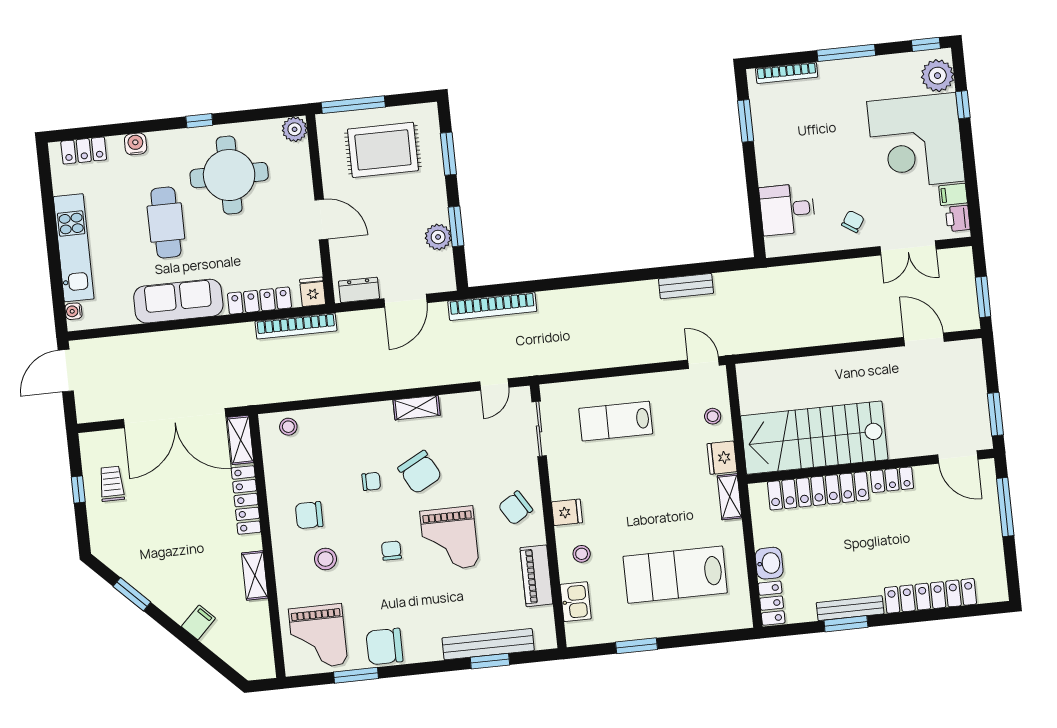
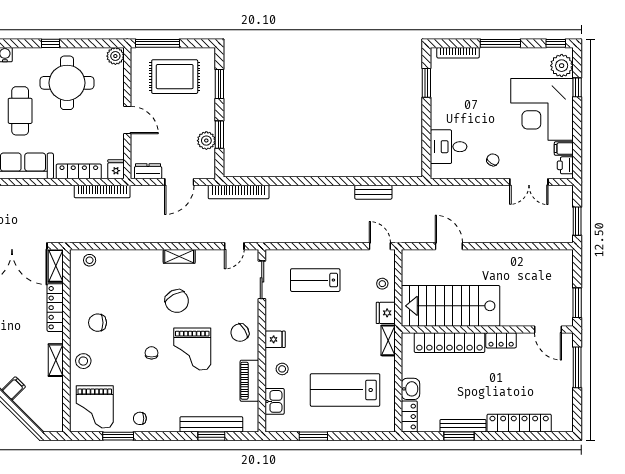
door: (924, 339) -> (449, 246), moved
chair: (371, 481) -> (143, 304), removed
stool: (325, 559) -> (83, 361), moved
chair: (385, 646) -> (140, 418), width x0.54, depth x0.54

